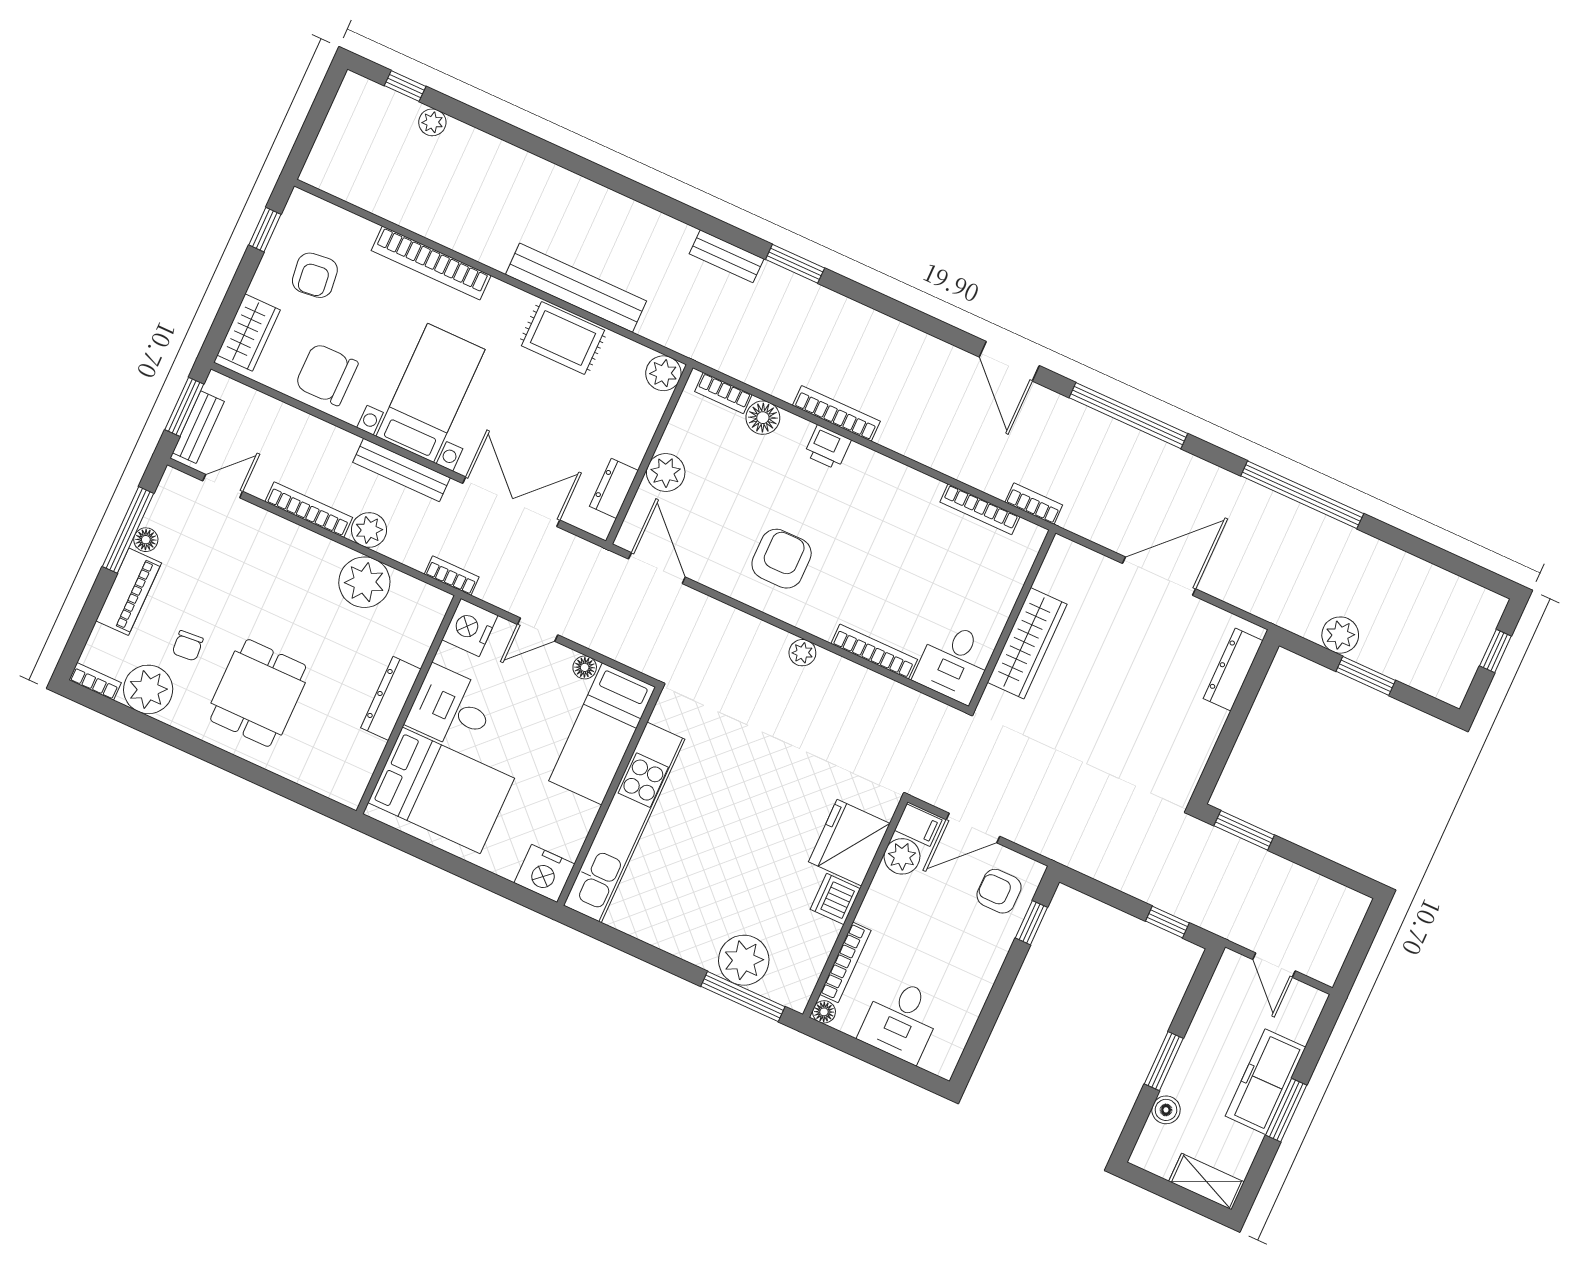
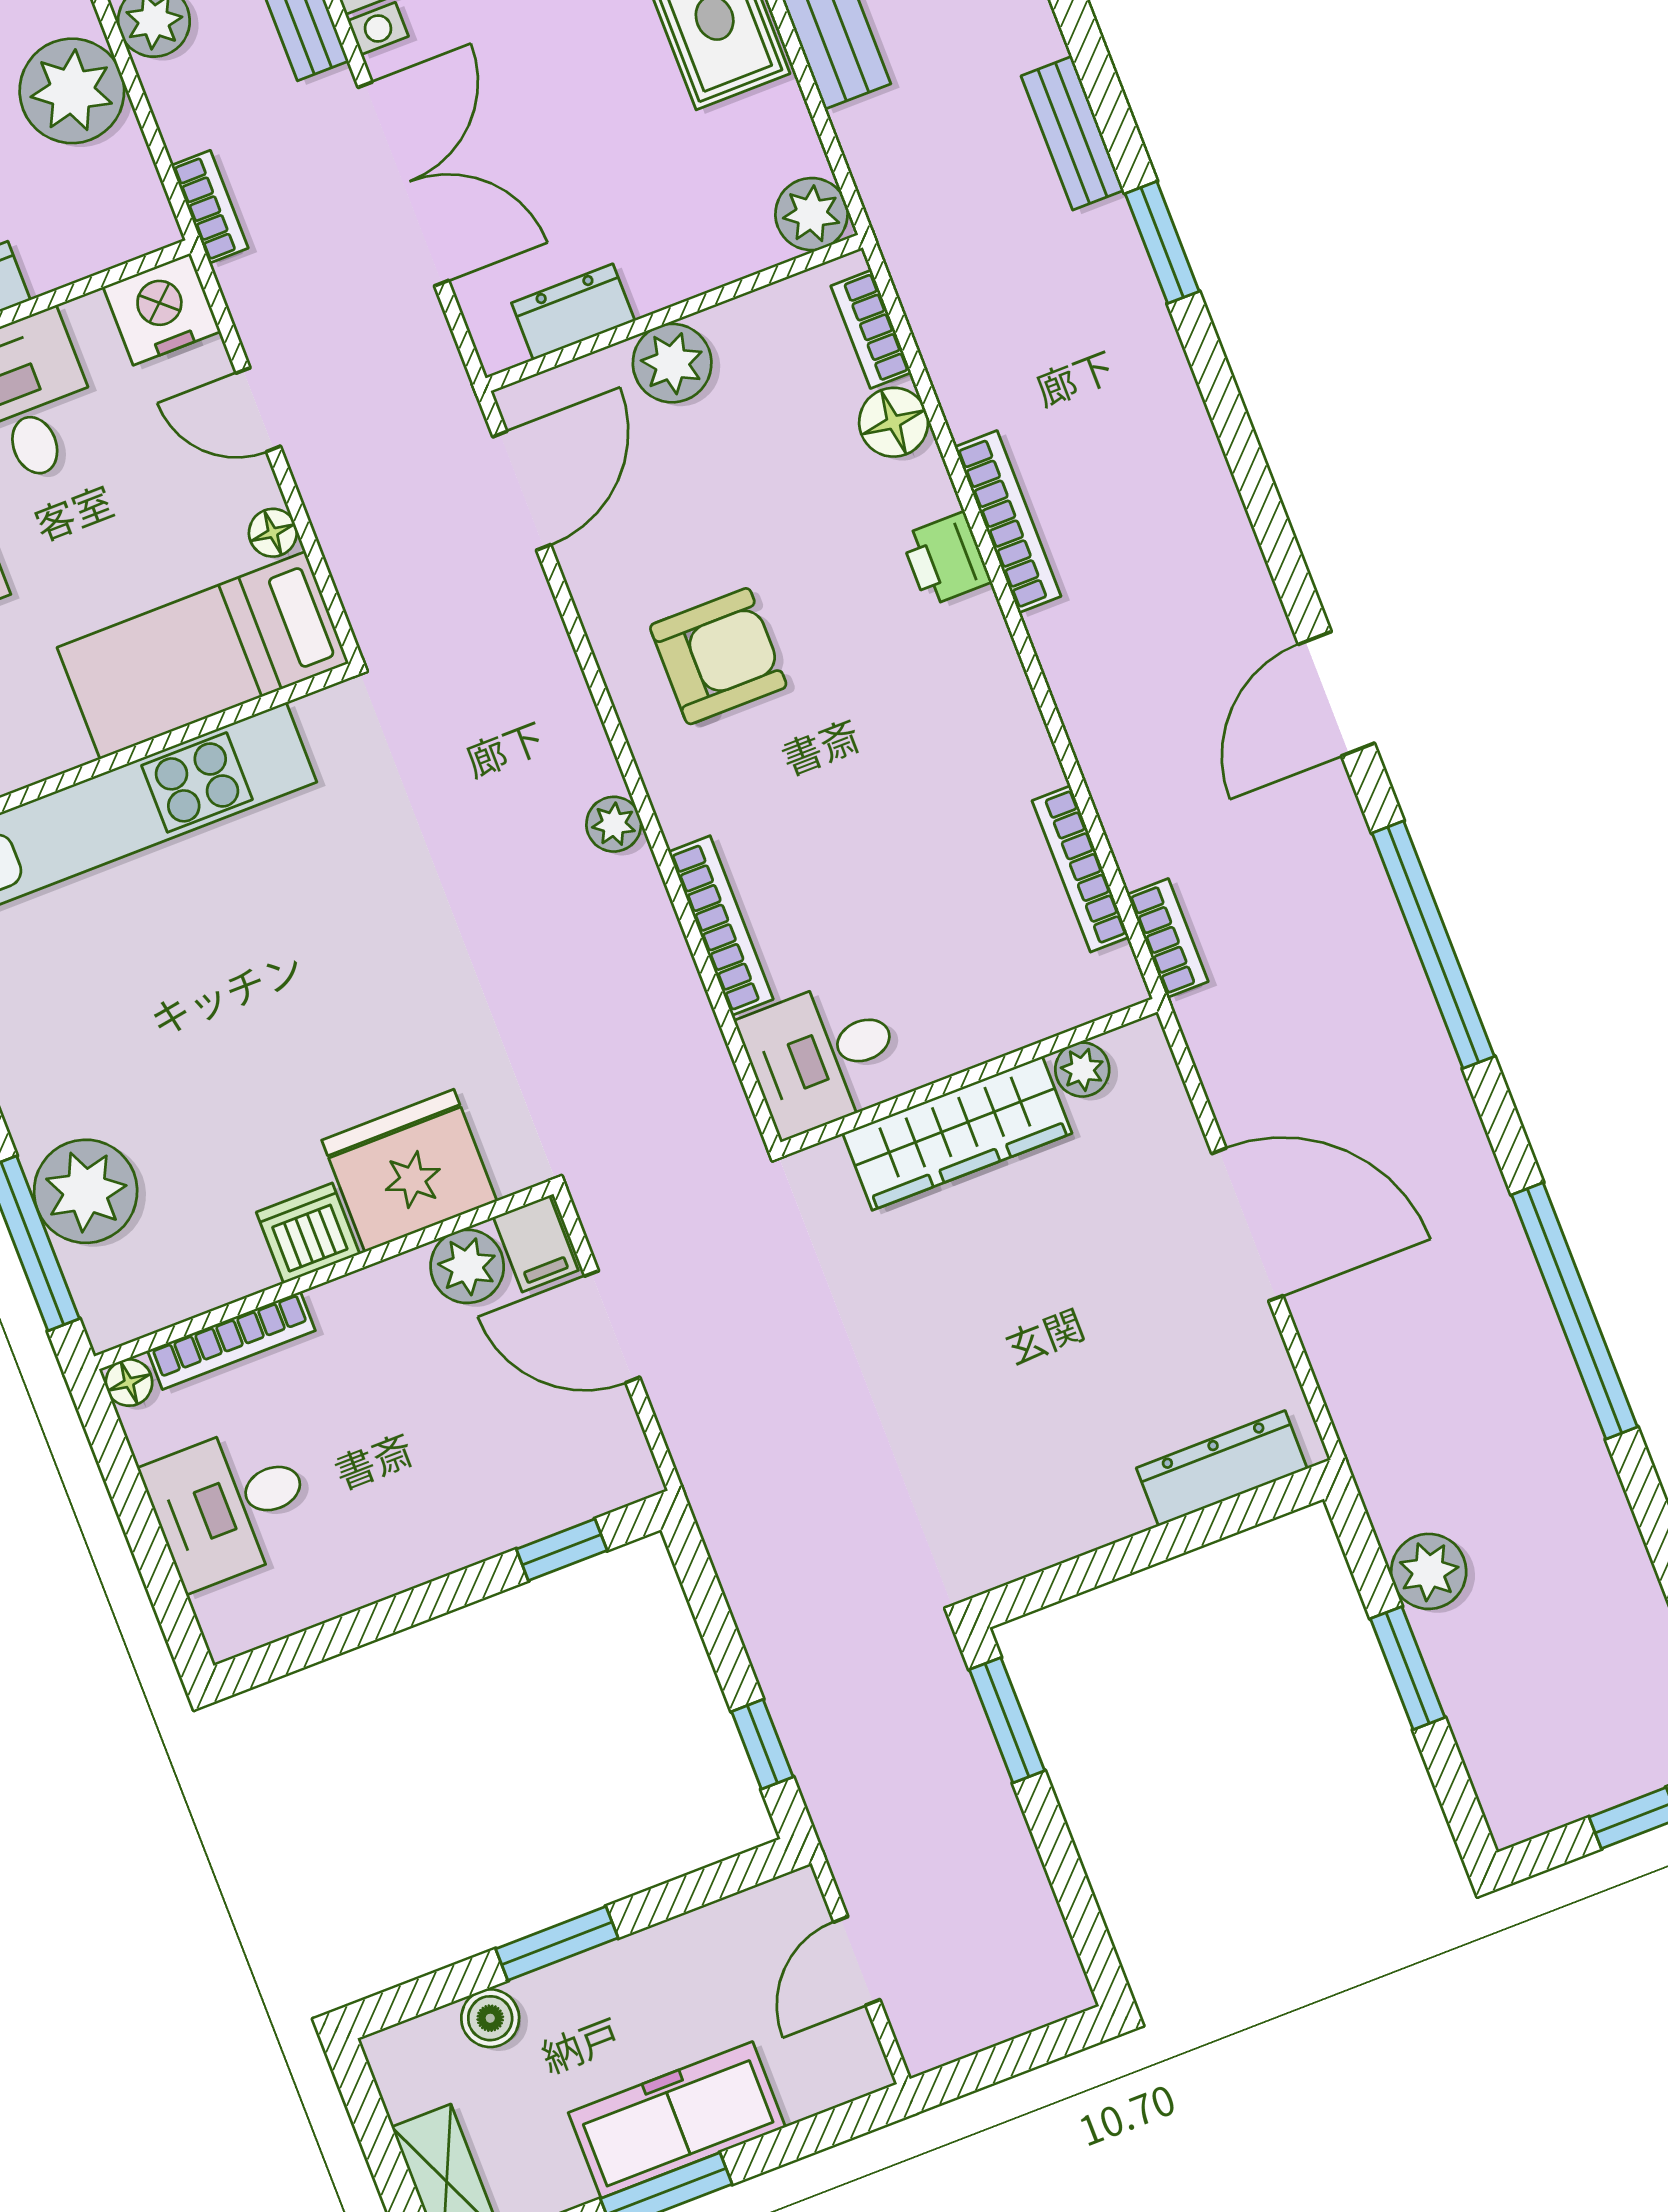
plant: (1049, 578) -> (1082, 1070), added
armchair: (999, 891) -> (559, 1457), removed

